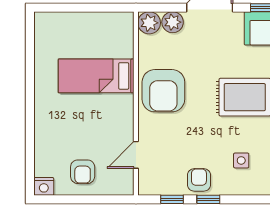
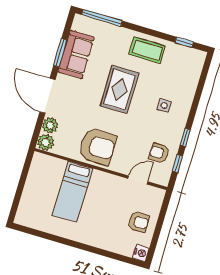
door: (136, 155) -> (138, 180), swing flipped
armchair: (199, 180) -> (159, 153), moved

